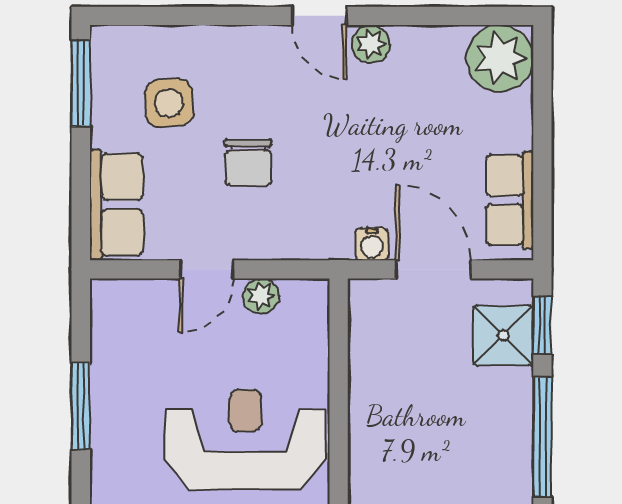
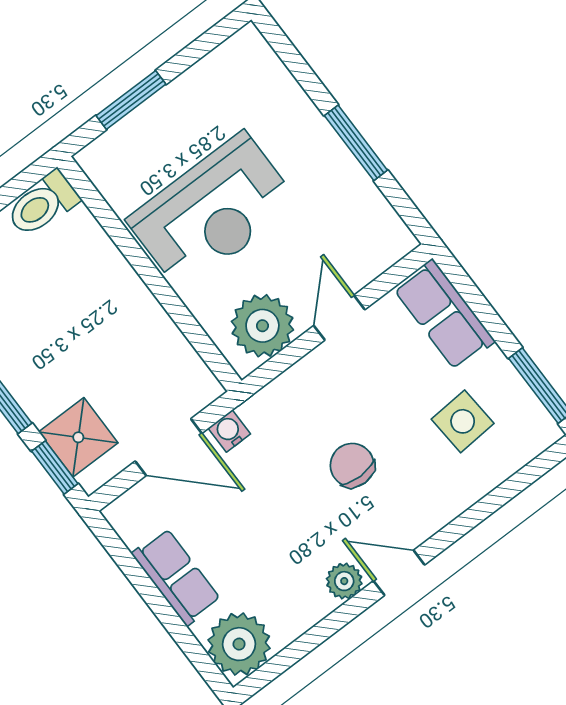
chair: (248, 162) -> (352, 465), moved
row of seats: (510, 200) -> (176, 577), moved
plant: (261, 296) -> (262, 326), width x1.87, depth x1.87

